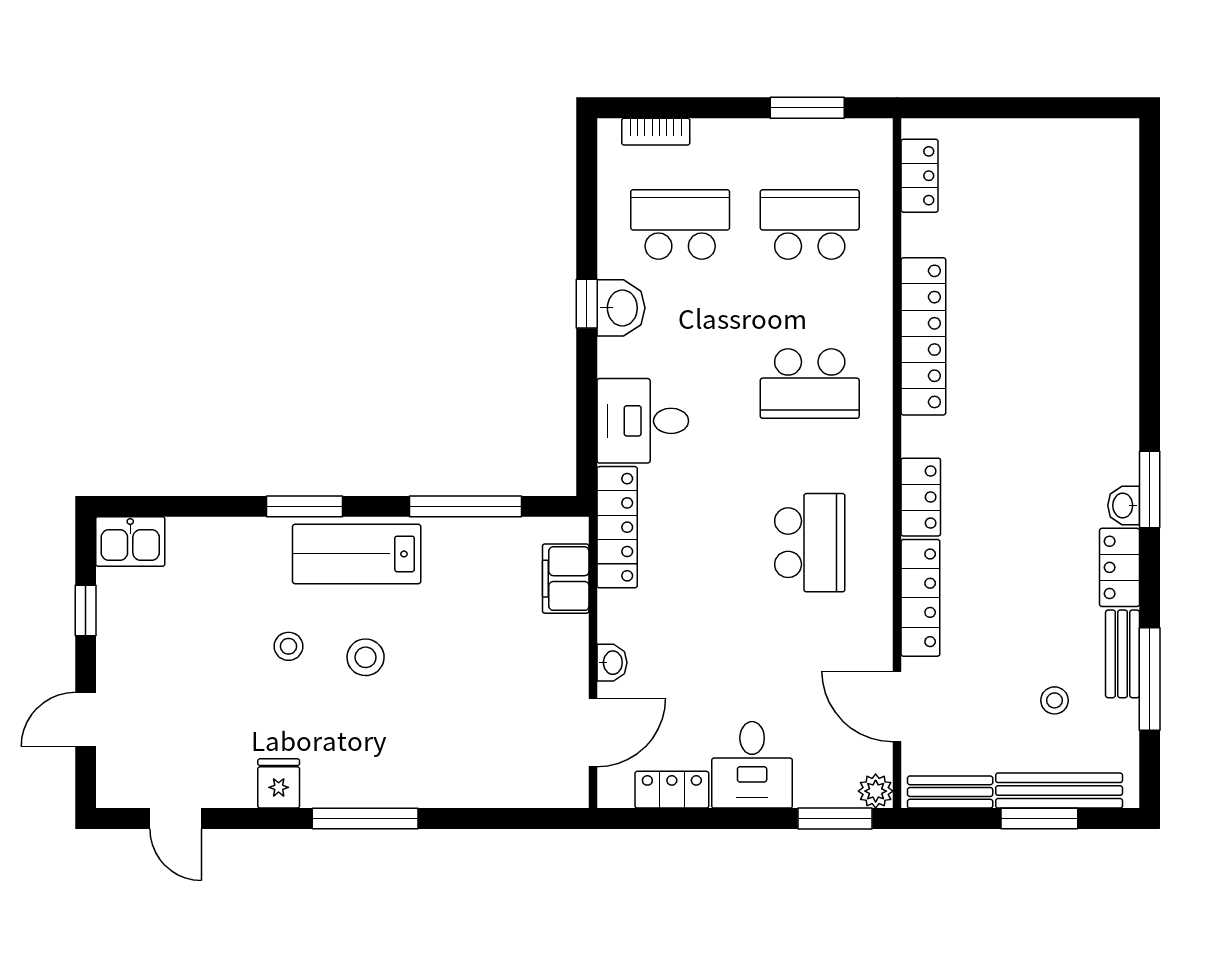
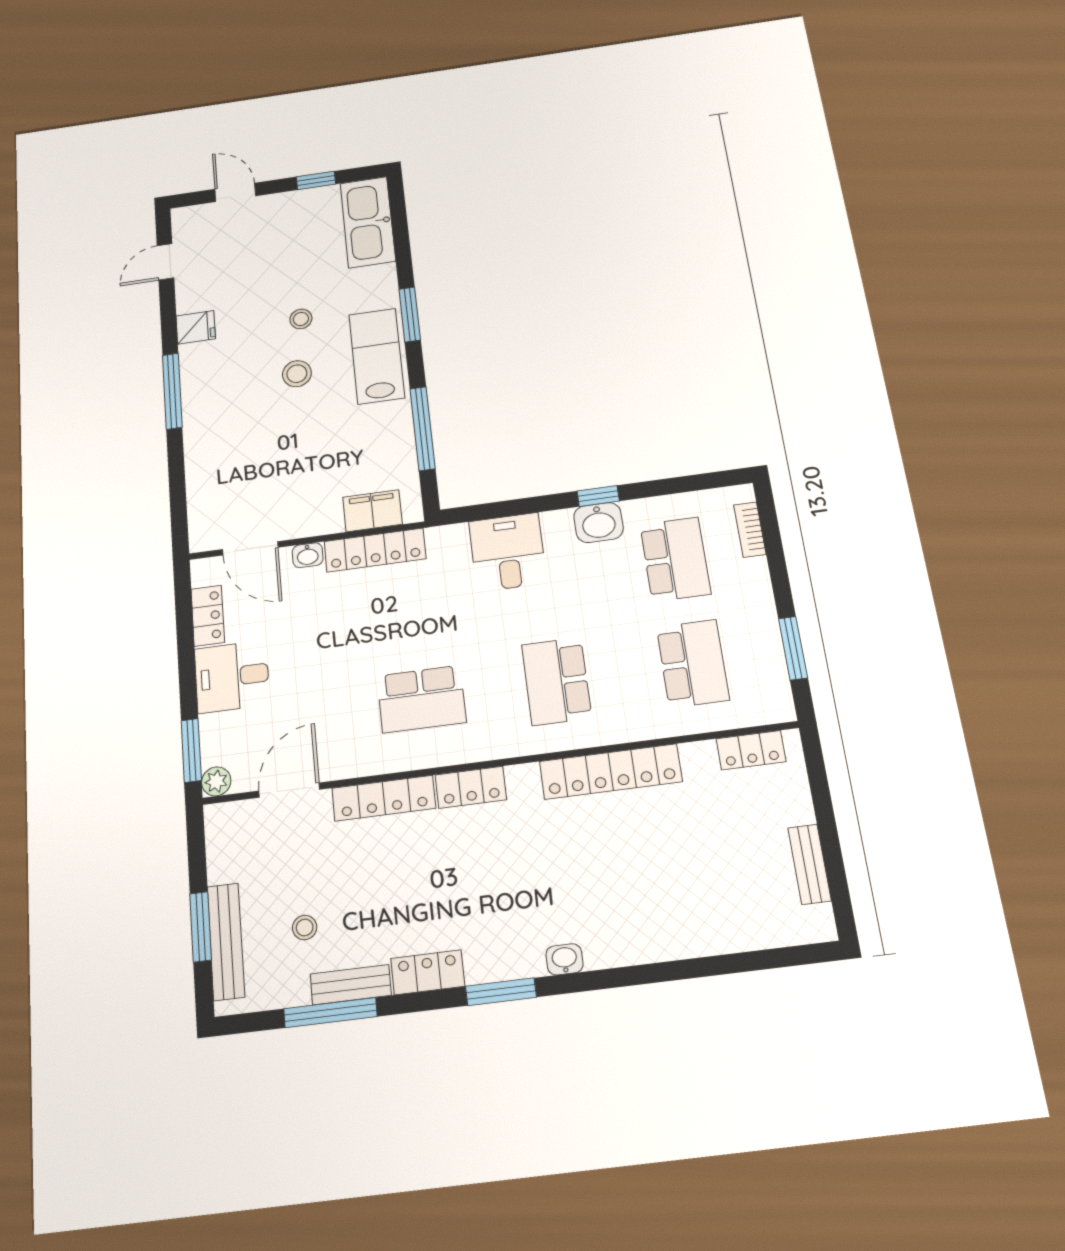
washbasin: (1124, 505) -> (564, 959), moved
locker: (617, 527) -> (375, 550), moved
kitchen sink: (130, 541) -> (368, 222), width x1.87, depth x1.24
bench: (950, 792) -> (809, 864), moved

